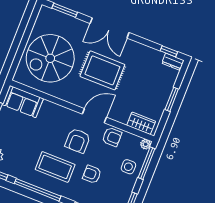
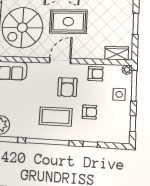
door: (94, 116) -> (60, 61), moved
armchair: (92, 174) -> (89, 112), turned 180

